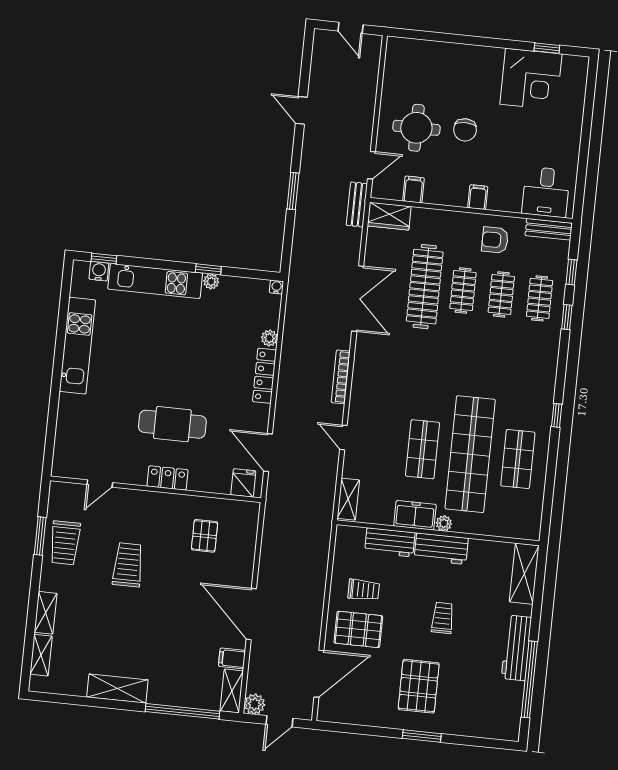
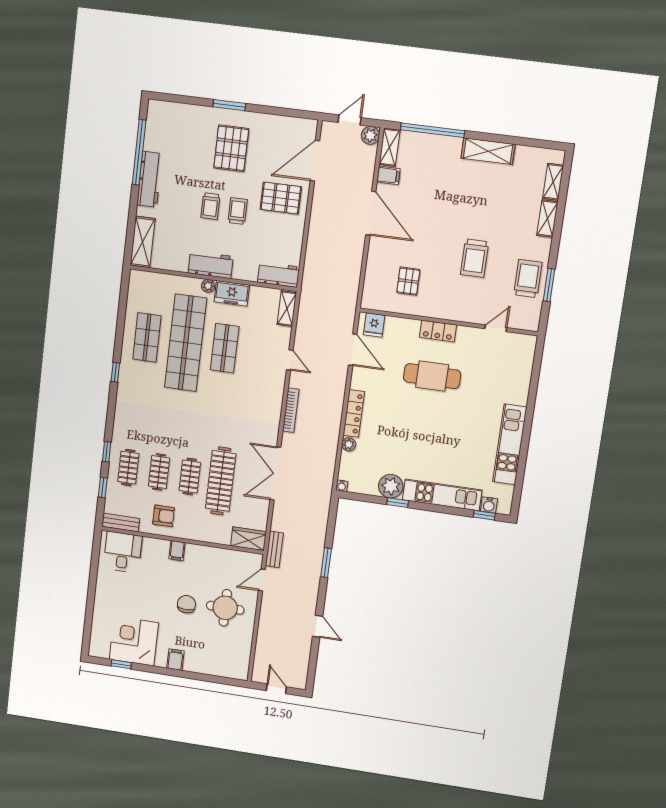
filing cabinet: (413, 189) -> (175, 660), moved, turned 180
plant: (211, 282) -> (391, 486), width x1.87, depth x1.87
workbench: (390, 542) -> (279, 275), moved
trolley: (364, 590) -> (238, 211), moved, turned 90

